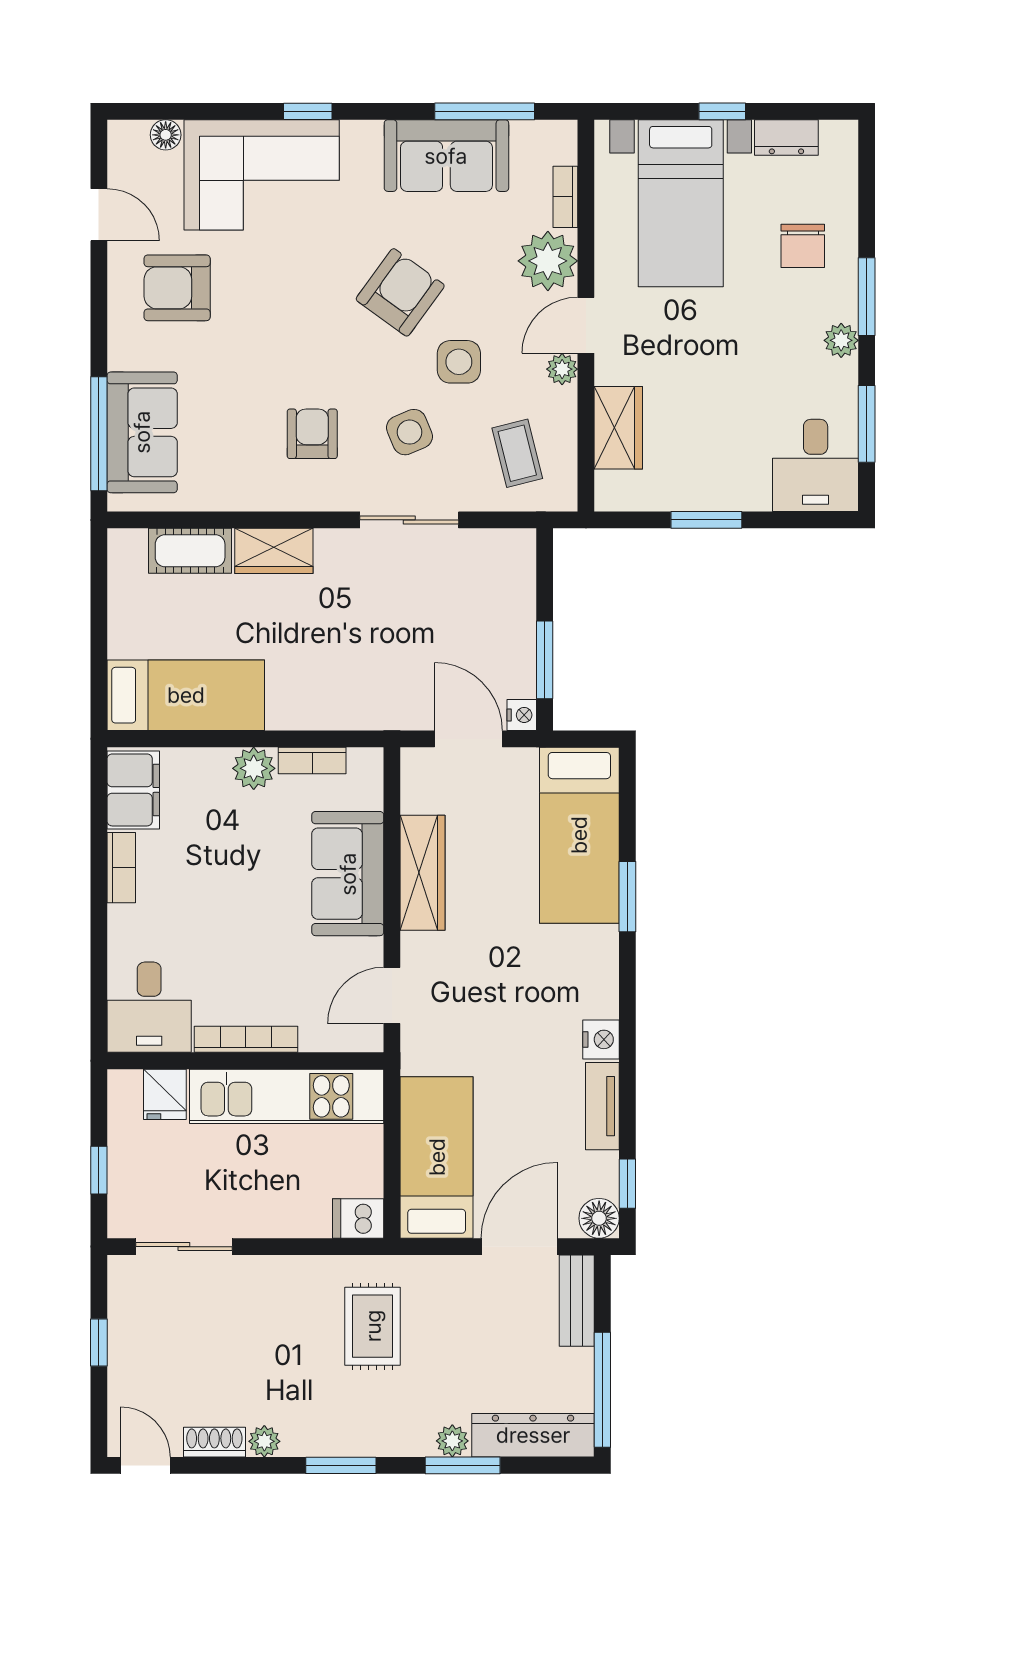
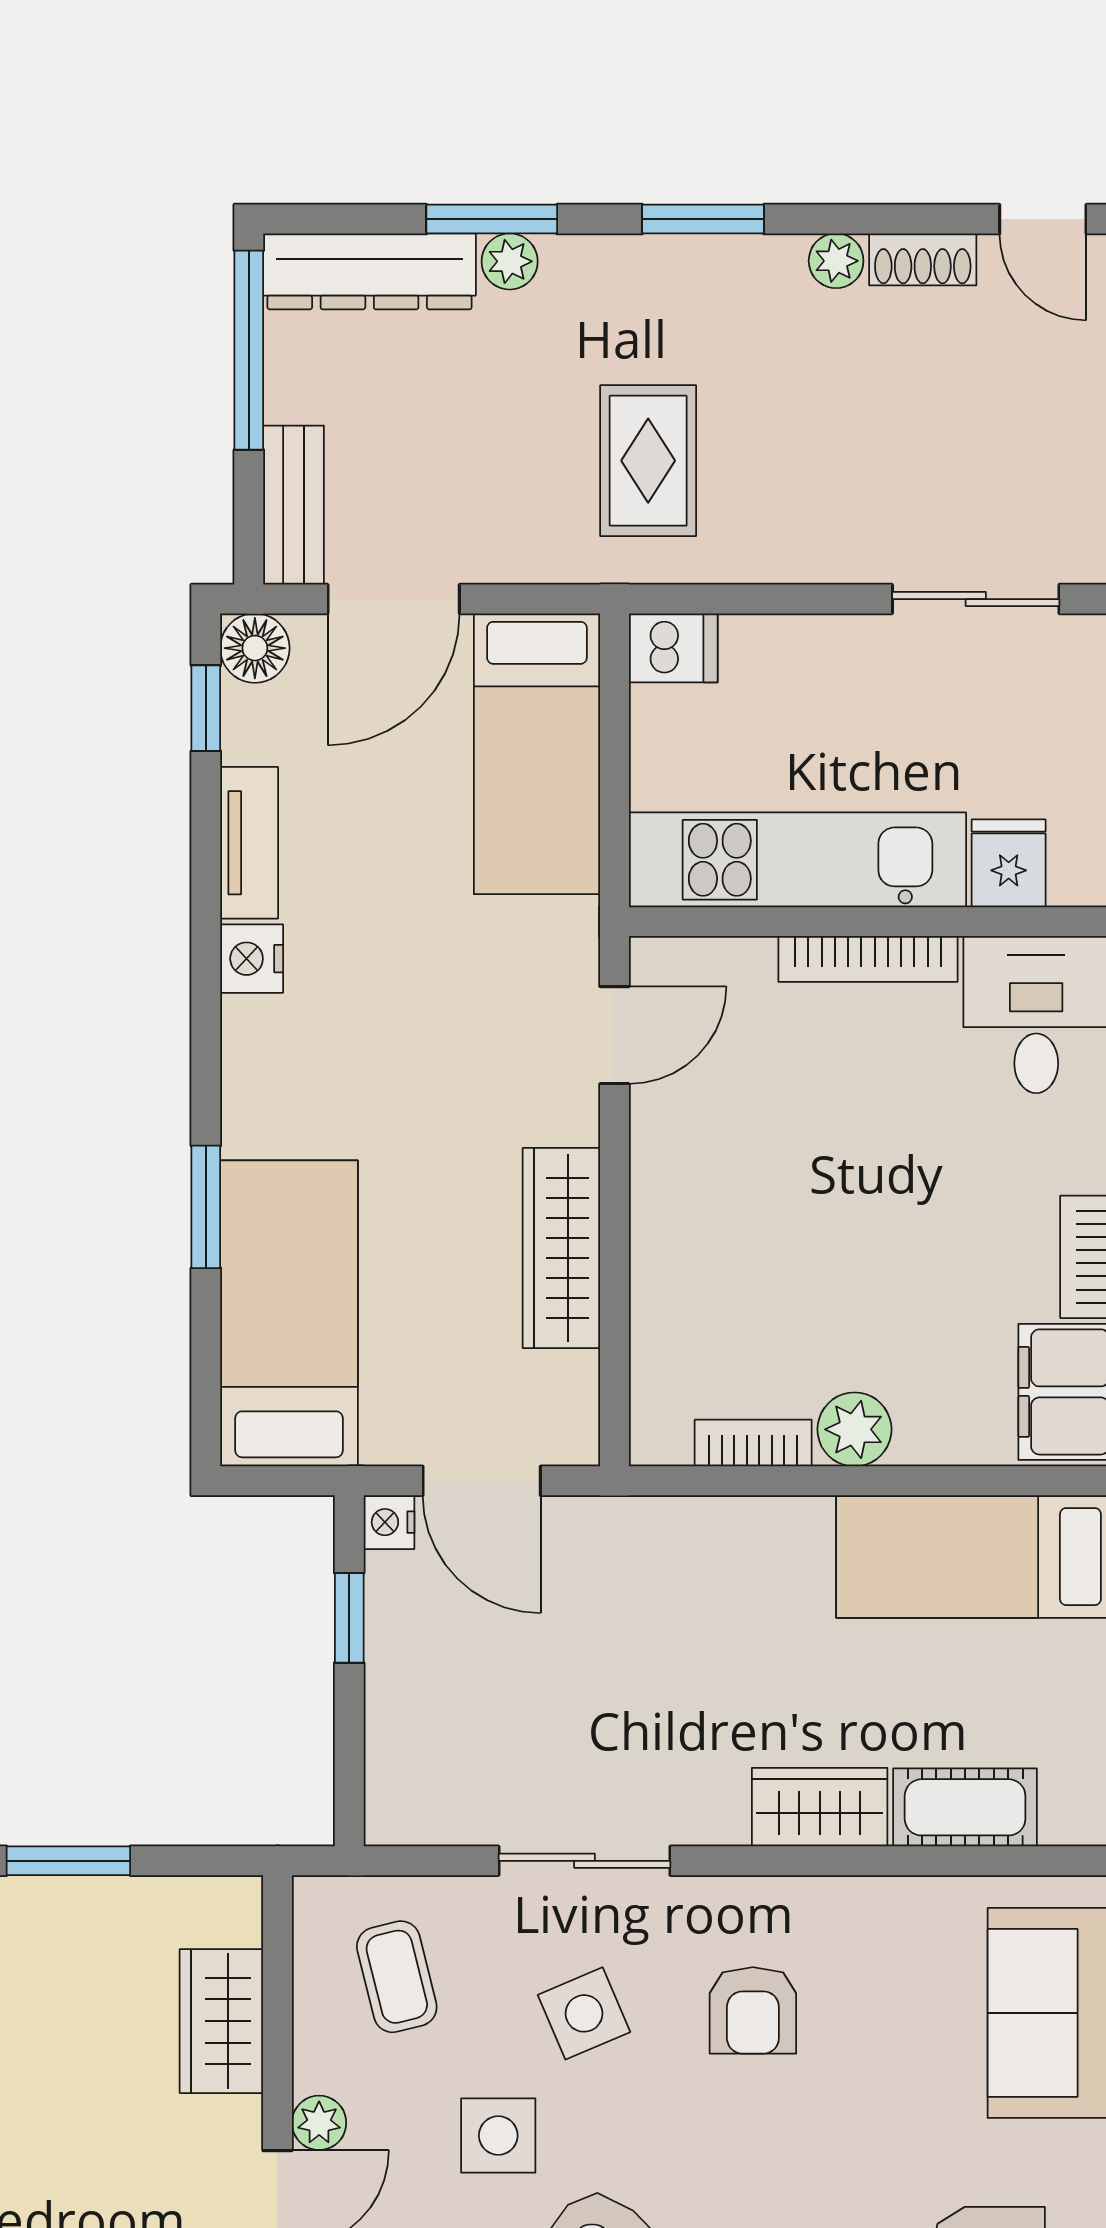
window: (545, 660) -> (349, 1618), width x0.67
sofa: (348, 874) -> (691, 1247), removed

